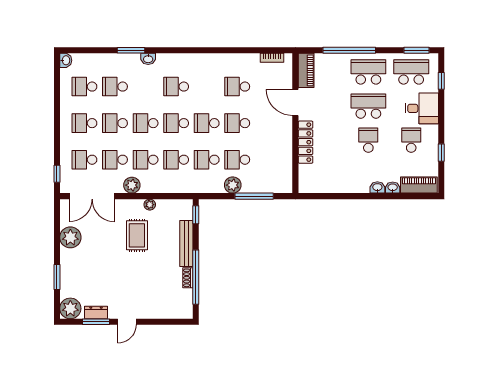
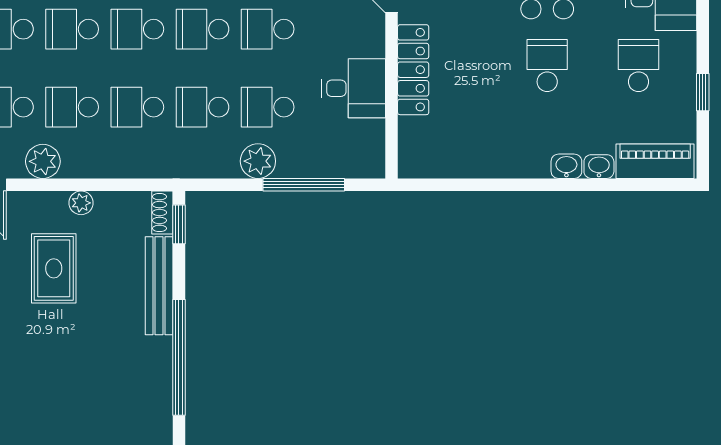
desk: (278, 151) -> (354, 88), added
shoe rack: (188, 278) -> (162, 213), moved

